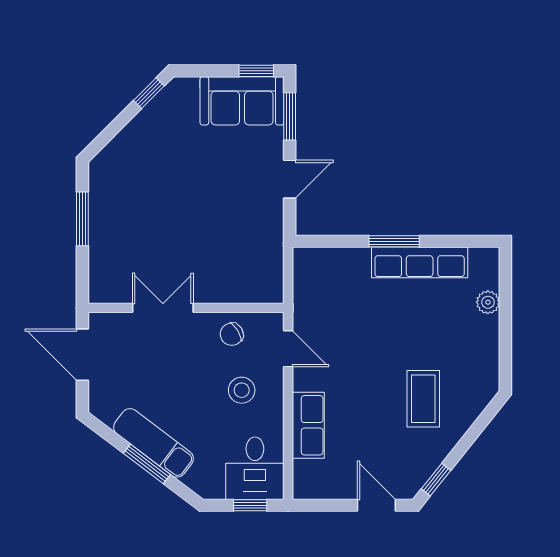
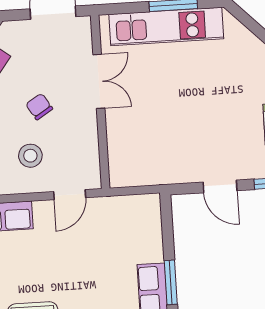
kitchen unit: (106, 228) -> (166, 27), added
chair: (232, 334) -> (39, 107), moved

